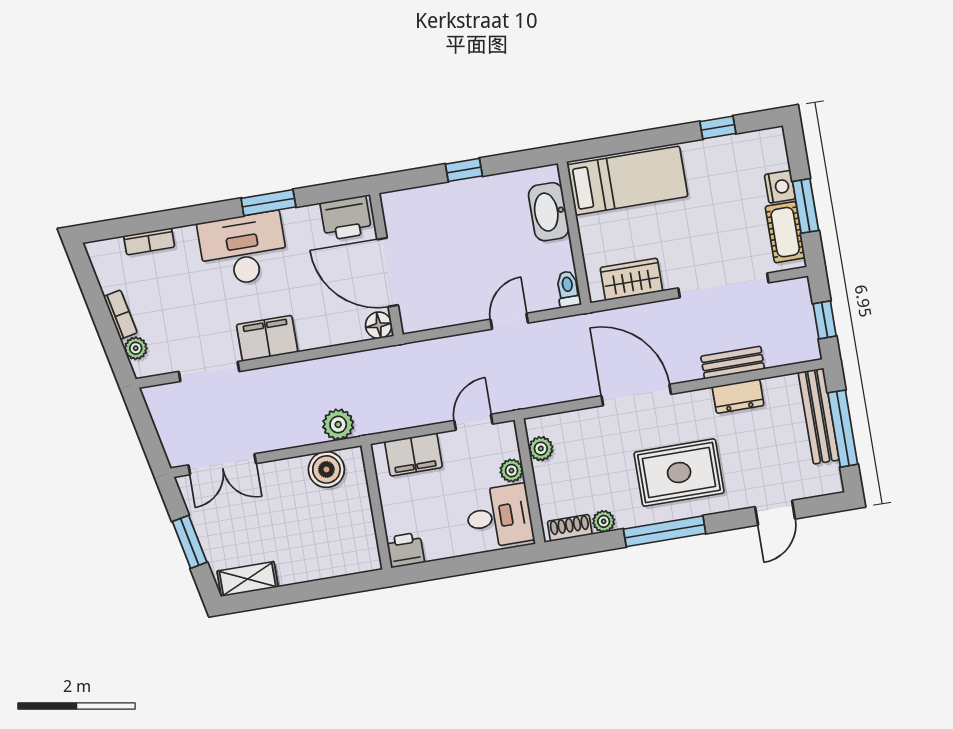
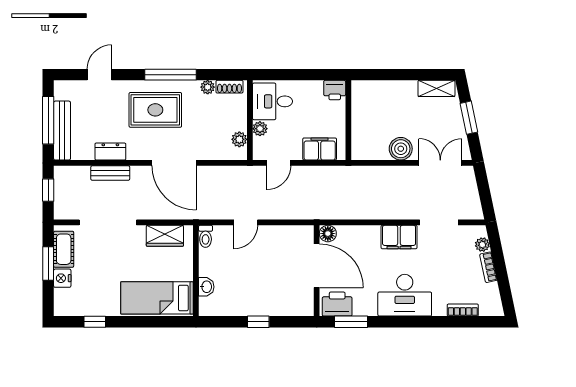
window: (268, 203) -> (351, 322), moved
washbasin: (549, 212) -> (206, 287), width x0.52, depth x0.69
plant: (338, 425) -> (364, 176), removed
boiler: (326, 469) -> (401, 149), moved

